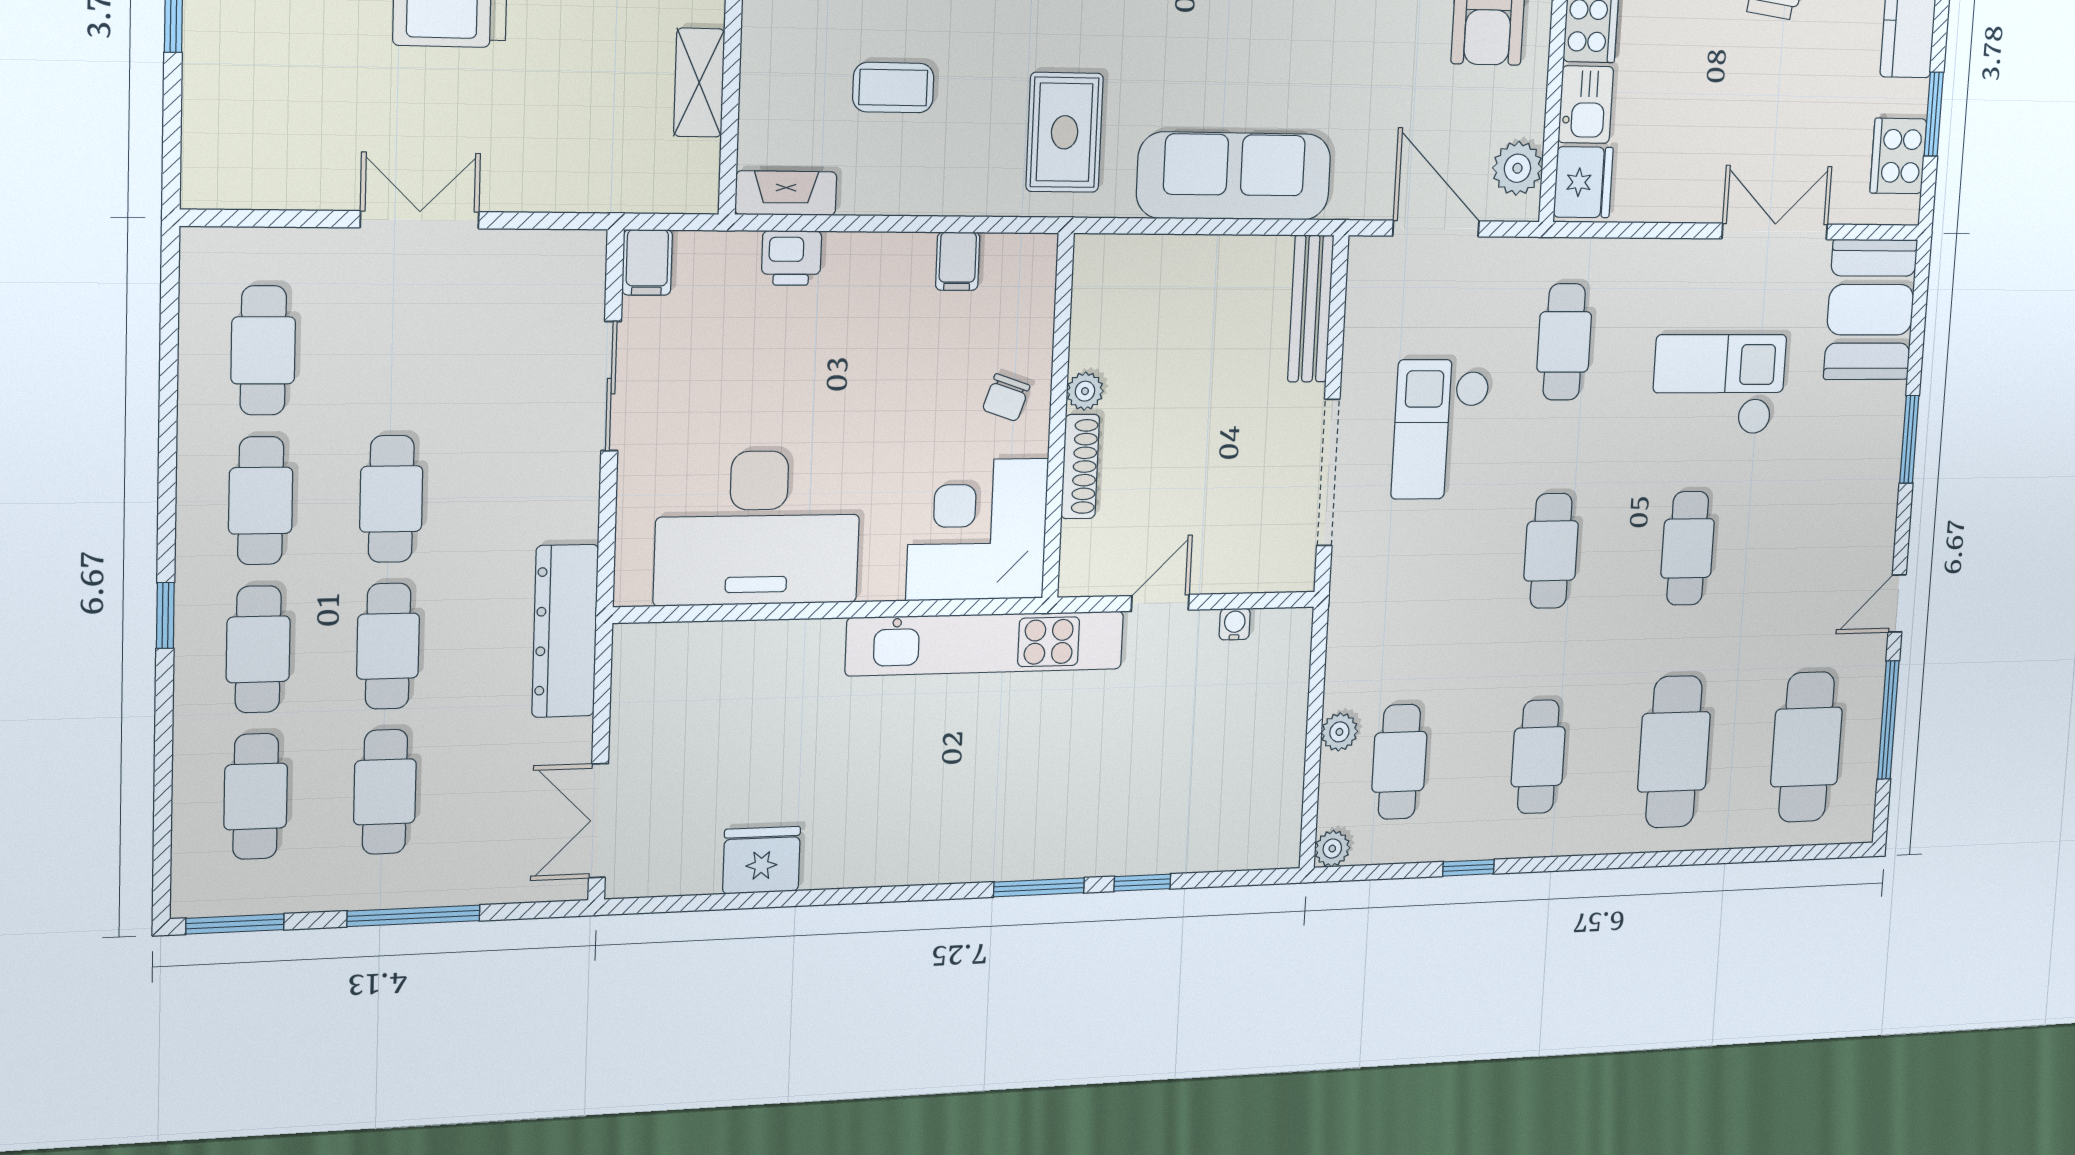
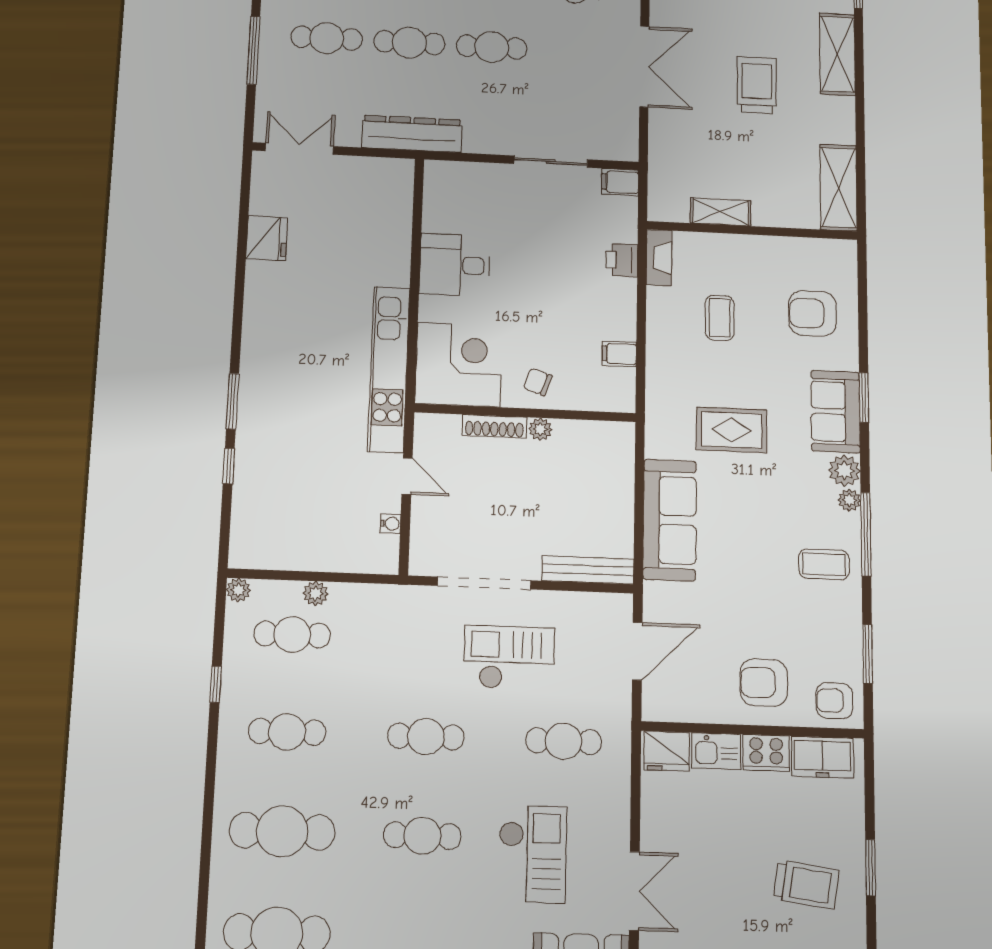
rug: (1065, 132) -> (732, 430), moved
plant: (1517, 168) -> (675, 705), removed
double door: (420, 220) -> (644, 66), width x1.37
desk: (758, 528) -> (455, 265), width x0.53, depth x0.77

